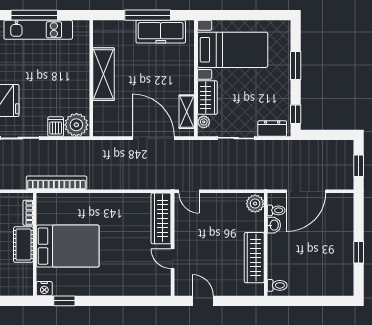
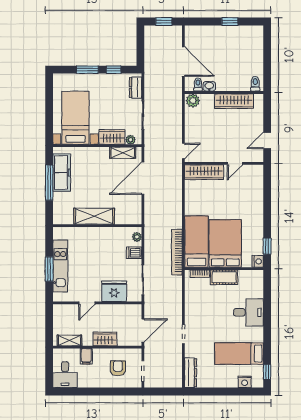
window: (34, 15) -> (49, 269), width x0.69
window: (296, 114) -> (114, 70), moved
plant: (76, 125) -> (137, 237), width x0.53, depth x0.53
bed: (70, 208) -> (197, 242), added

